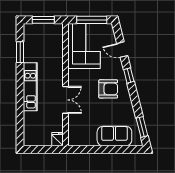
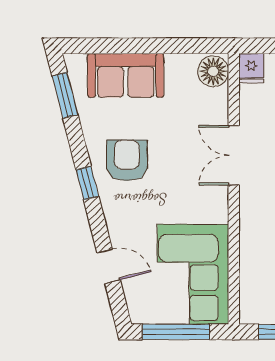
window: (129, 76) -> (87, 183), moved
armchair: (108, 89) -> (127, 160), moved, turned 90
floor lamp: (75, 138) -> (213, 71), added

